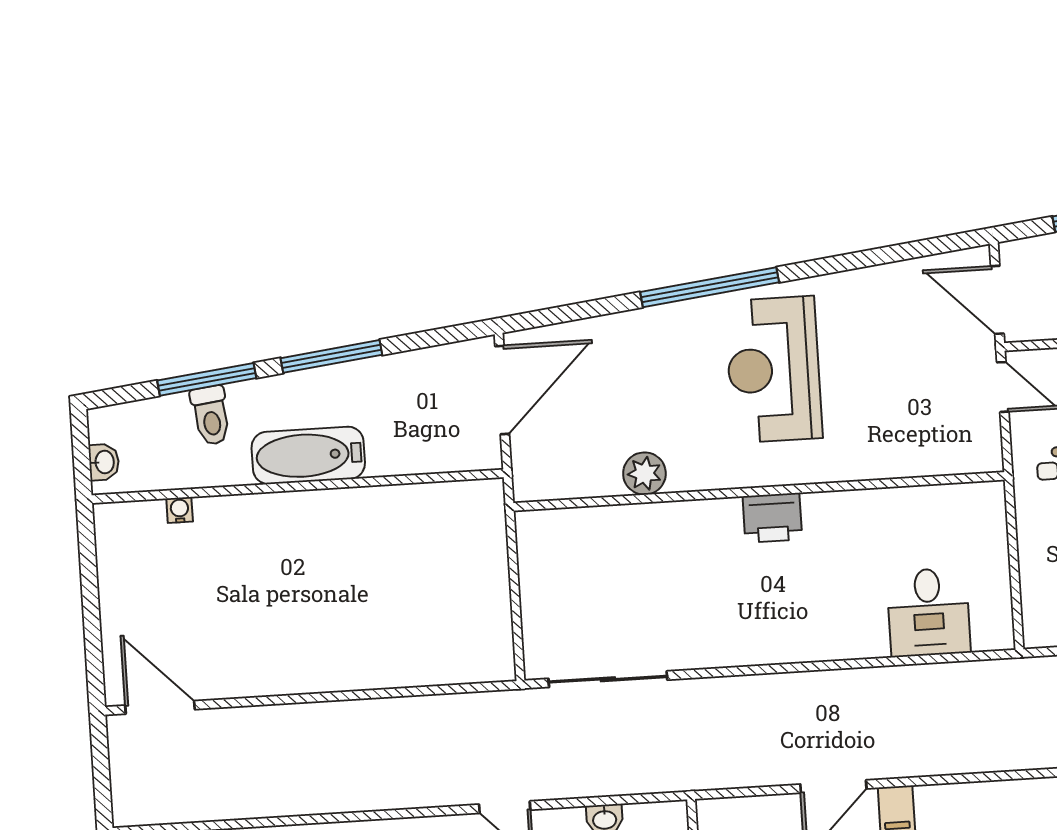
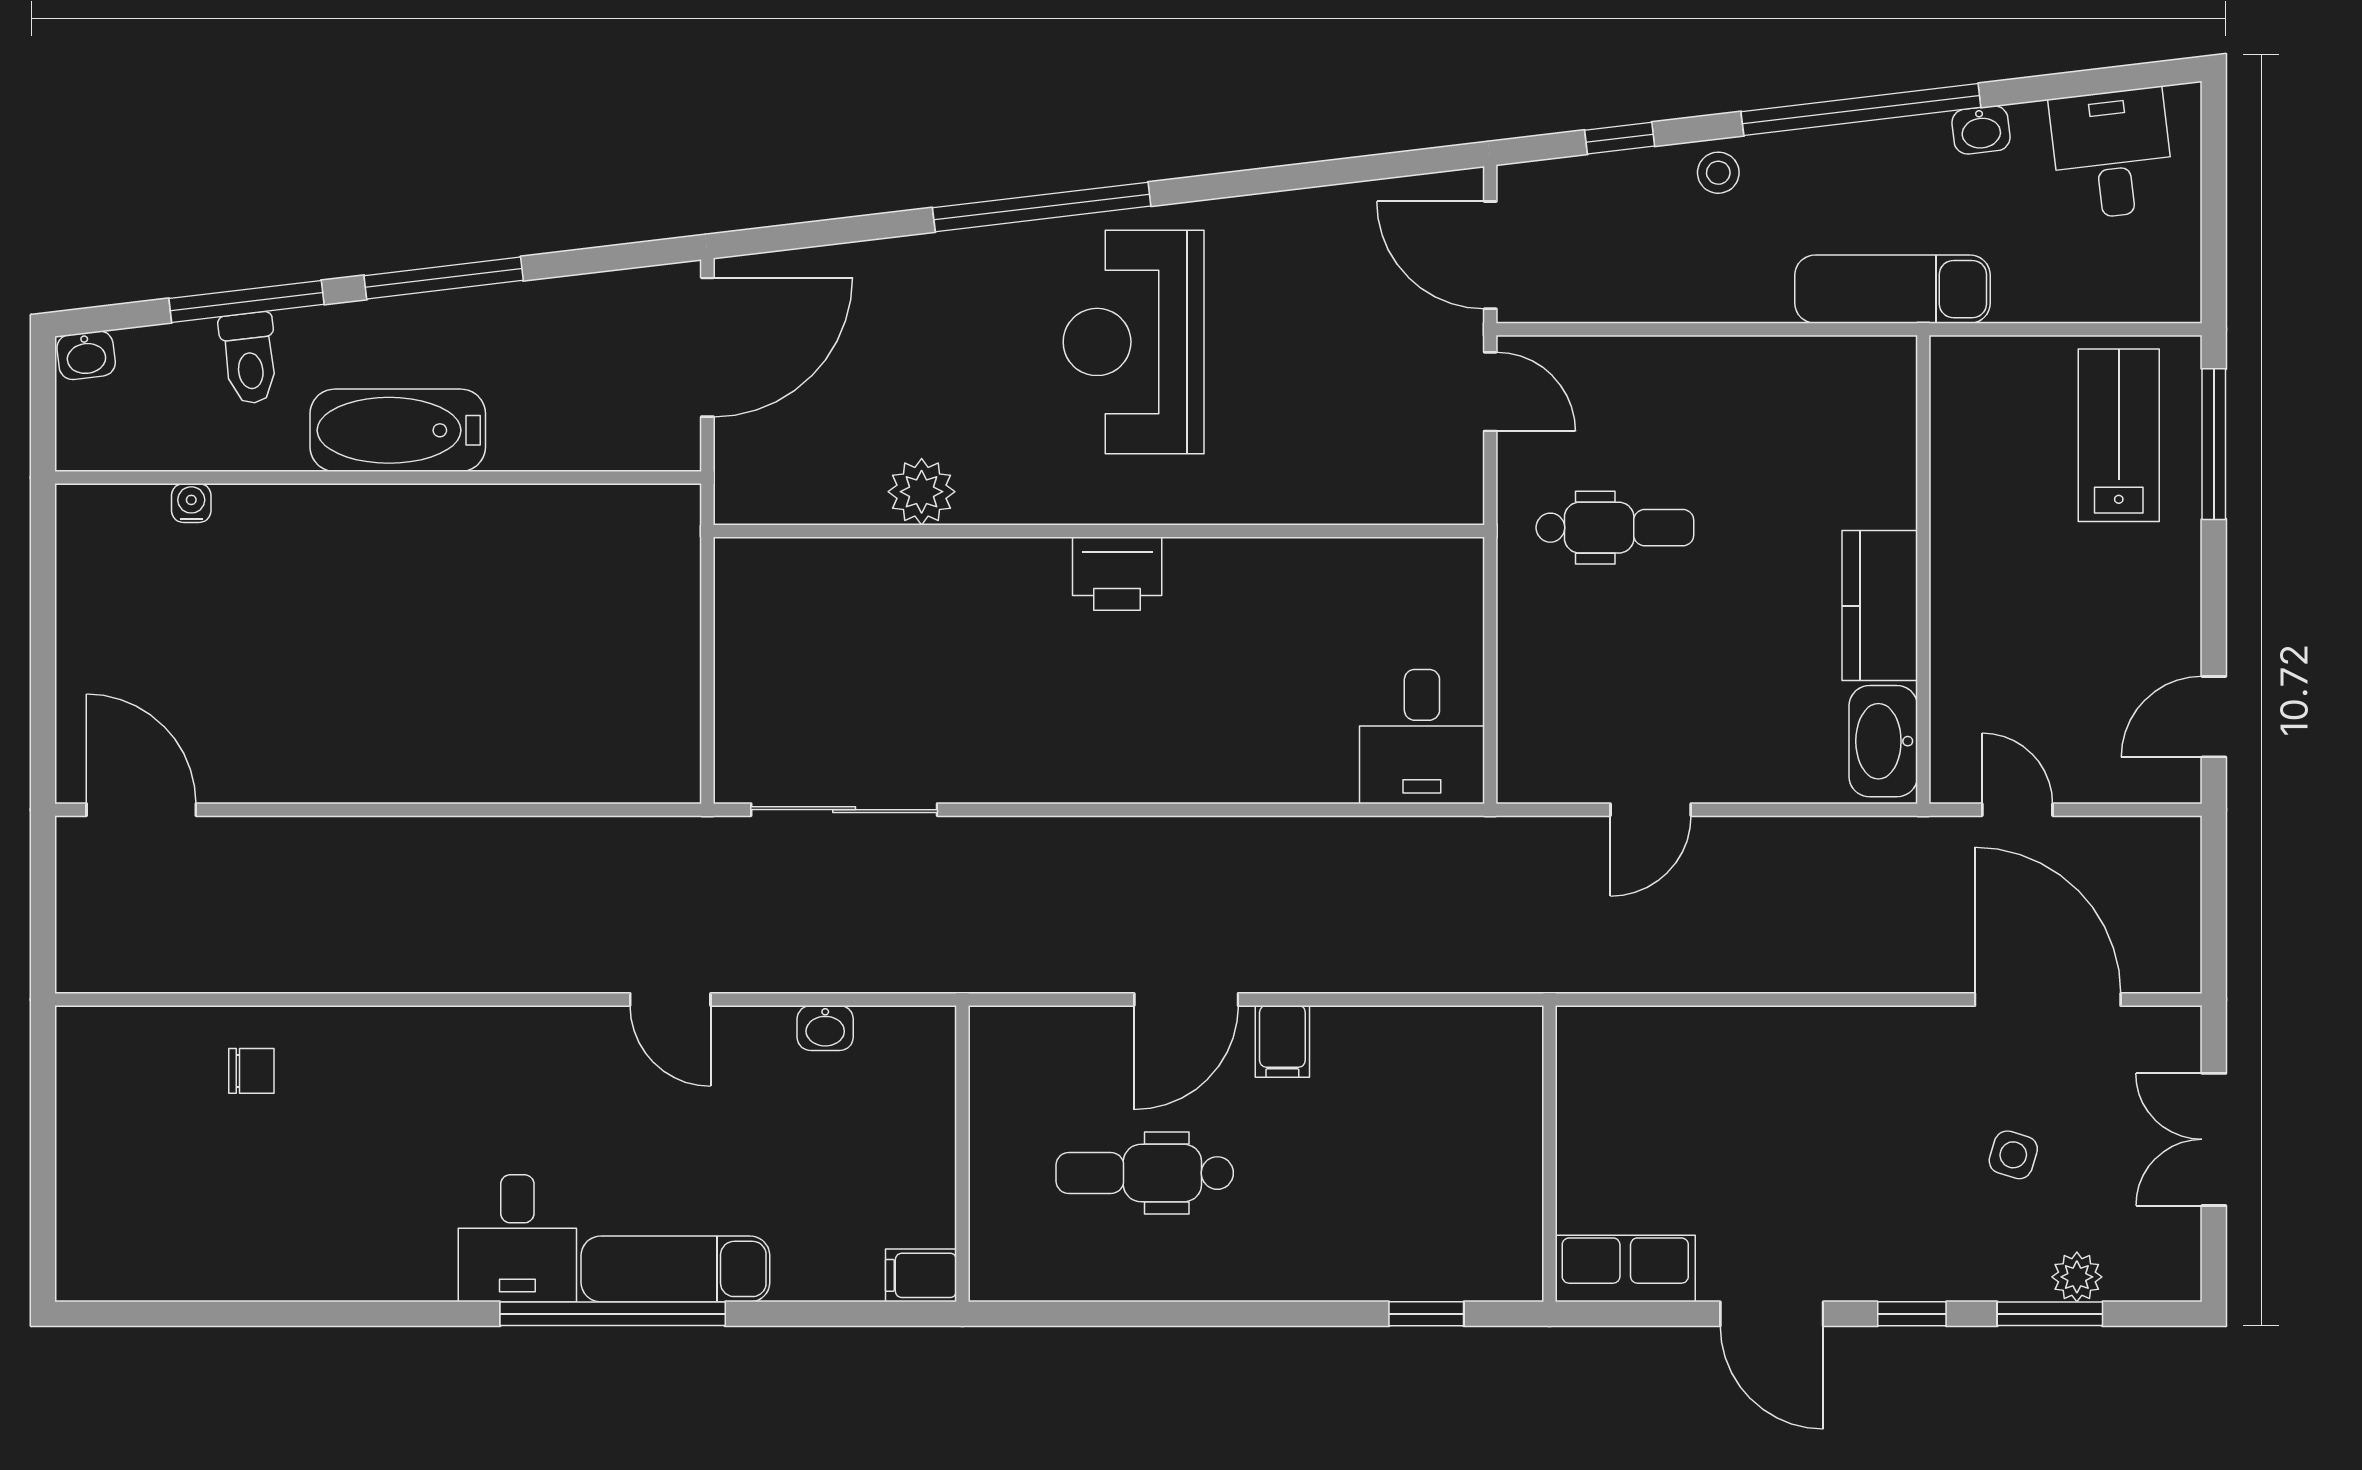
washbasin: (104, 462) -> (86, 355), moved, turned 83
desk: (929, 612) -> (1422, 737), moved

